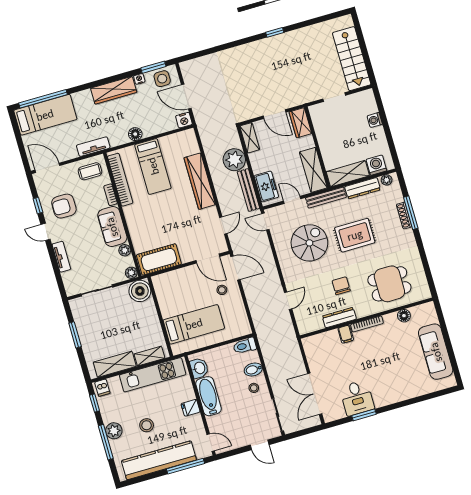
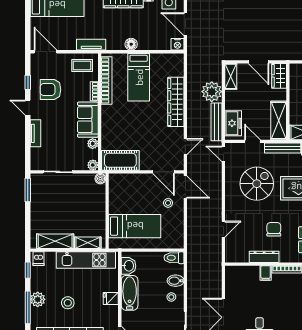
boiler: (140, 291) -> (100, 179), width x0.54, depth x0.54
window: (75, 335) -> (28, 190), moved

